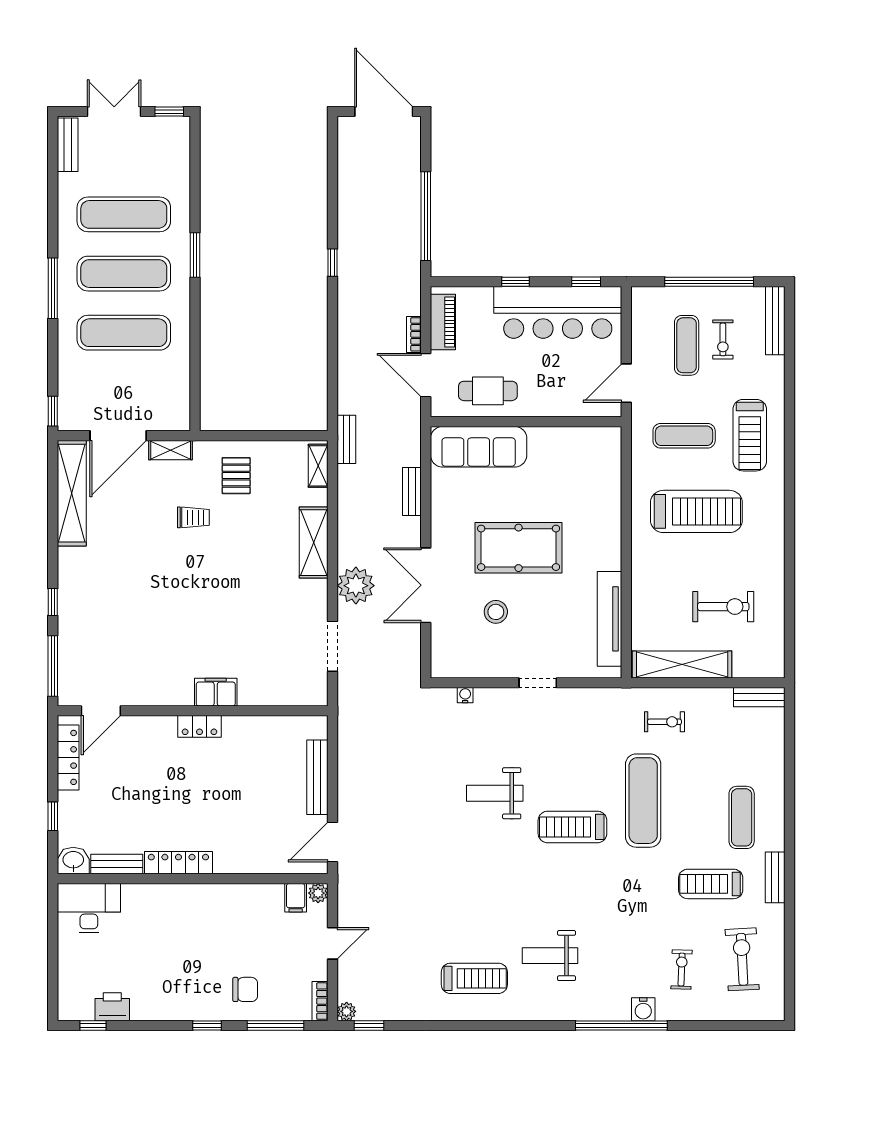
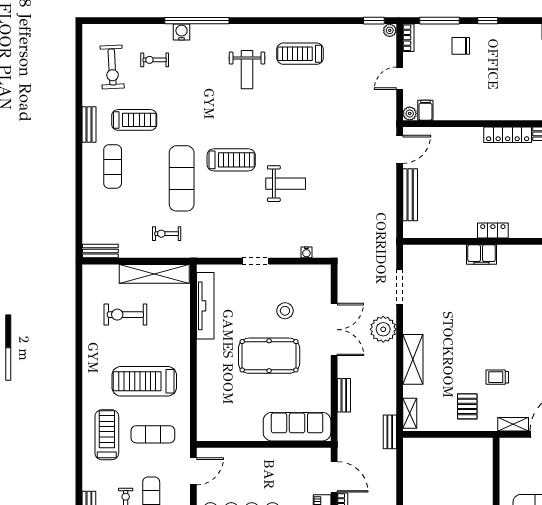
cafe table: (488, 391) -> (291, 466), removed
weight bench: (550, 956) -> (247, 70), turned 90
exercise bike: (682, 970) -> (155, 60), turned 88

